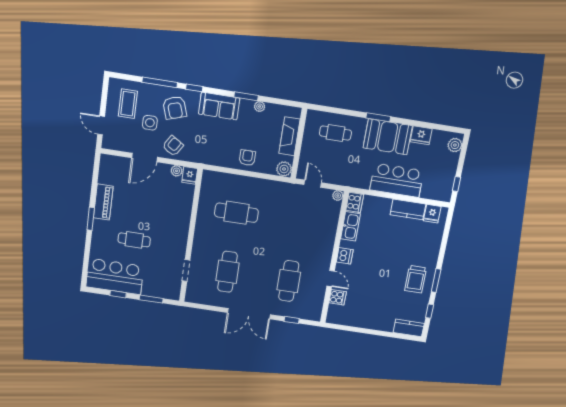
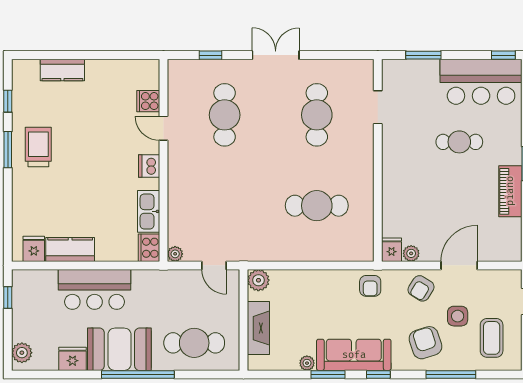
window: (194, 88) -> (378, 374), moved
sofa: (219, 106) -> (354, 355), width x1.36
window: (378, 117) -> (138, 374), width x2.11
cafe table: (335, 133) -> (194, 343), width x1.37, depth x1.35
armchair: (247, 158) -> (370, 286), moved
window: (118, 294) -> (503, 55), moved
double door: (249, 314) -> (276, 55), width x0.73
kitchen counter: (409, 328) -> (62, 70), moved

